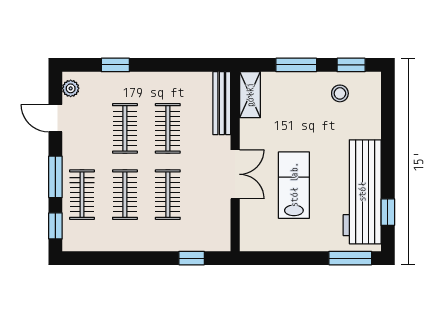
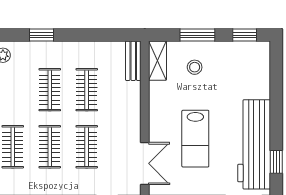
stool: (340, 93) -> (195, 67), moved
bench: (222, 103) -> (133, 61), width x0.73
double door: (235, 174) -> (145, 163), moved
lab bench: (294, 185) -> (195, 139), turned 180

